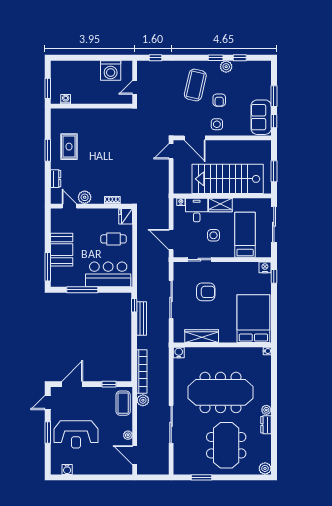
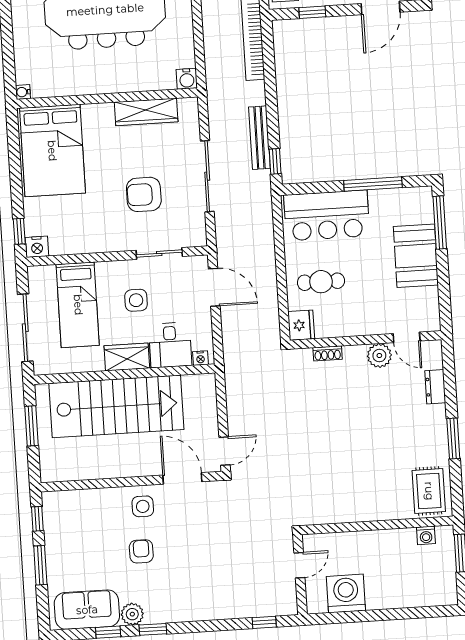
coffee table: (195, 85) -> (187, 577), removed
sofa: (261, 117) -> (87, 610), moved, turned -90
rug: (69, 147) -> (429, 491), moved

